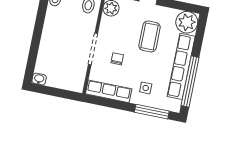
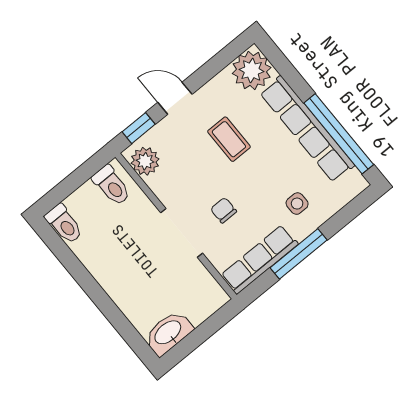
coffee table: (150, 36) -> (229, 139), width x0.73, depth x0.77
washbasin: (39, 79) -> (168, 333), width x1.91, depth x1.45
window: (152, 112) -> (299, 254), moved

